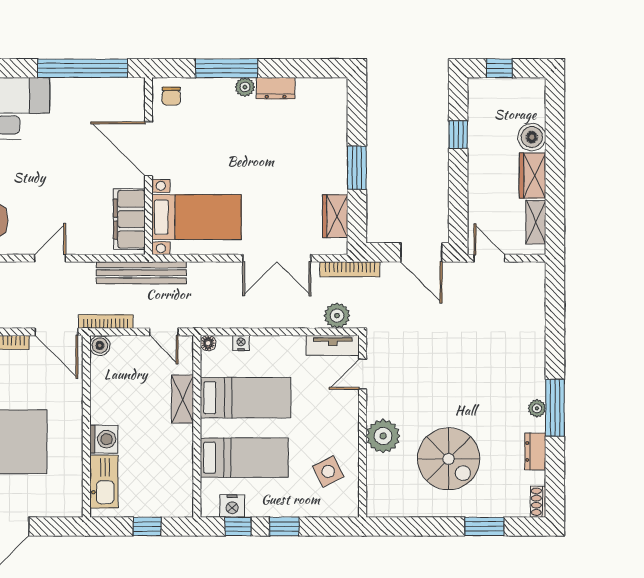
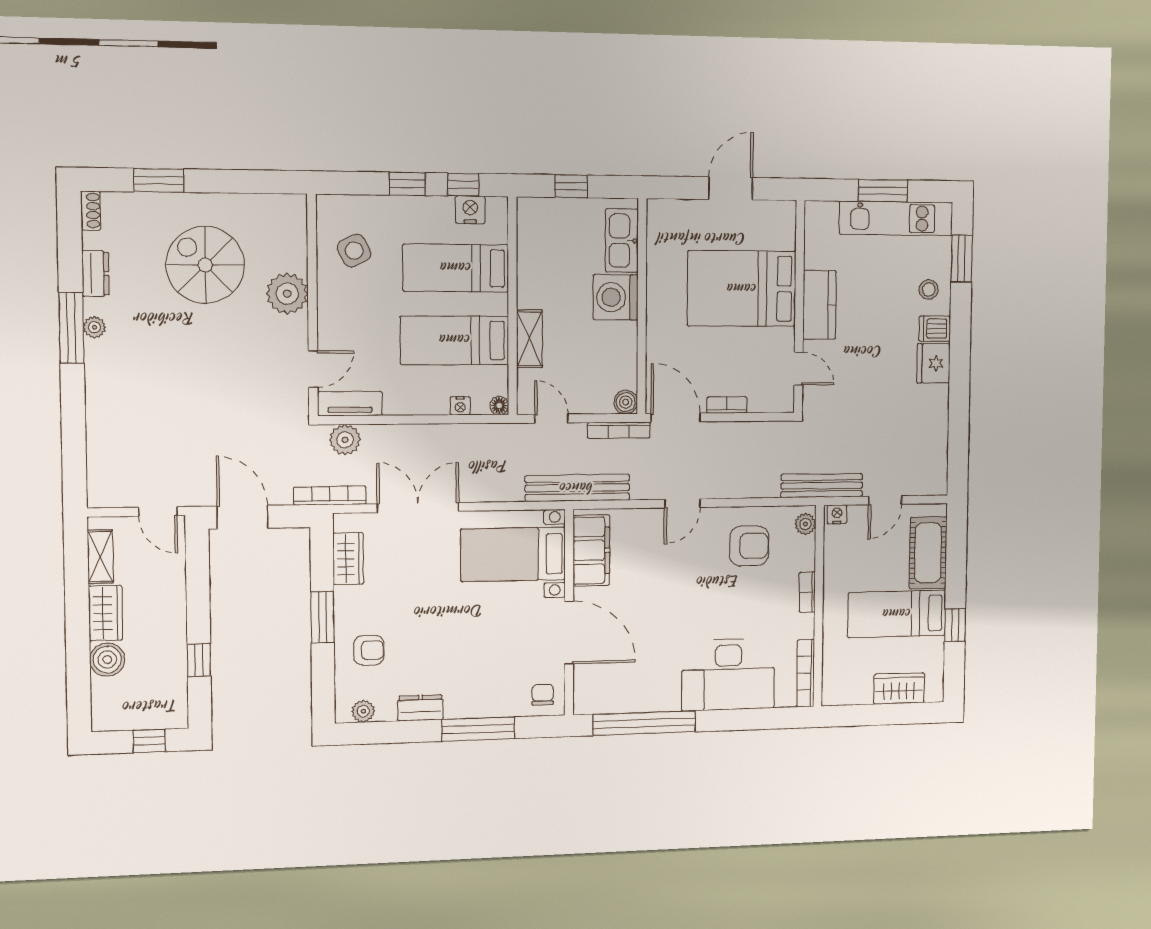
plant: (245, 87) -> (363, 711), moved
armchair: (319, 139) -> (369, 650), added
washing machine: (104, 439) -> (616, 297), width x1.37, depth x1.37

